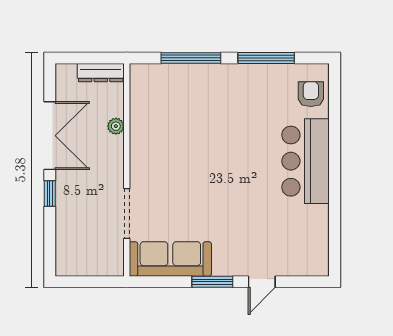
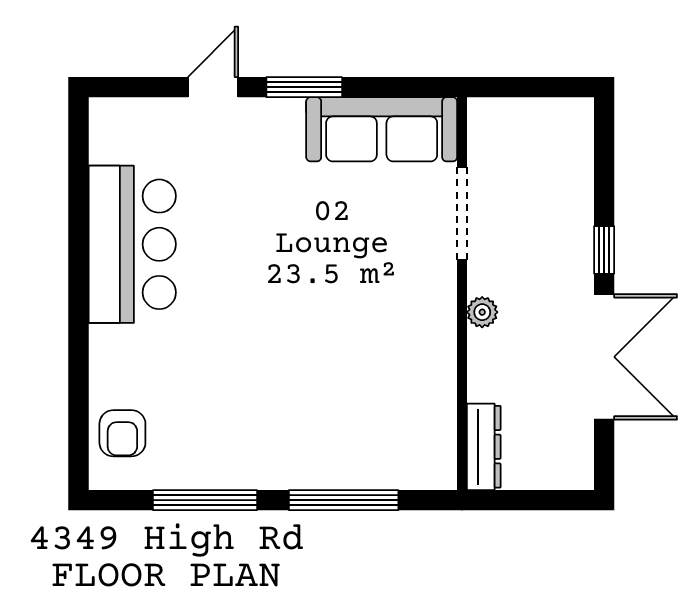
dresser: (101, 73) -> (484, 447), moved, turned 90
plant: (116, 126) -> (482, 312), moved
double door: (50, 136) -> (604, 357), swing flipped
bar counter: (306, 161) -> (132, 244), moved

